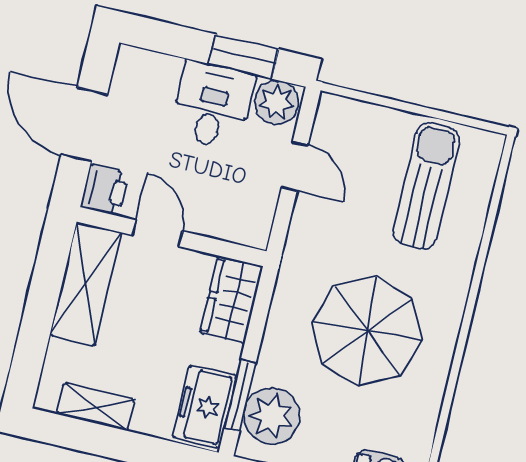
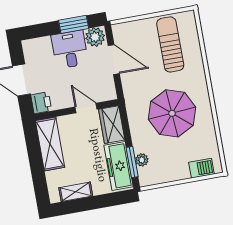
door: (295, 166) -> (114, 60), width x1.38
door: (157, 233) -> (86, 108), moved
freezer: (205, 407) -> (119, 166), width x1.40
plant: (272, 416) -> (142, 160), width x0.53, depth x0.53

